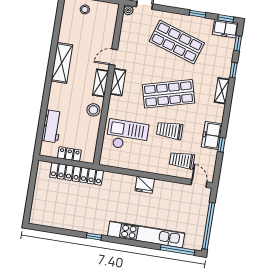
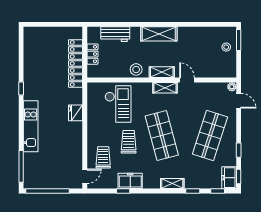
shelving: (62, 63) -> (159, 34), moved
fridge: (145, 185) -> (76, 113), moved
kitchen unit: (146, 234) -> (31, 126), width x0.73

